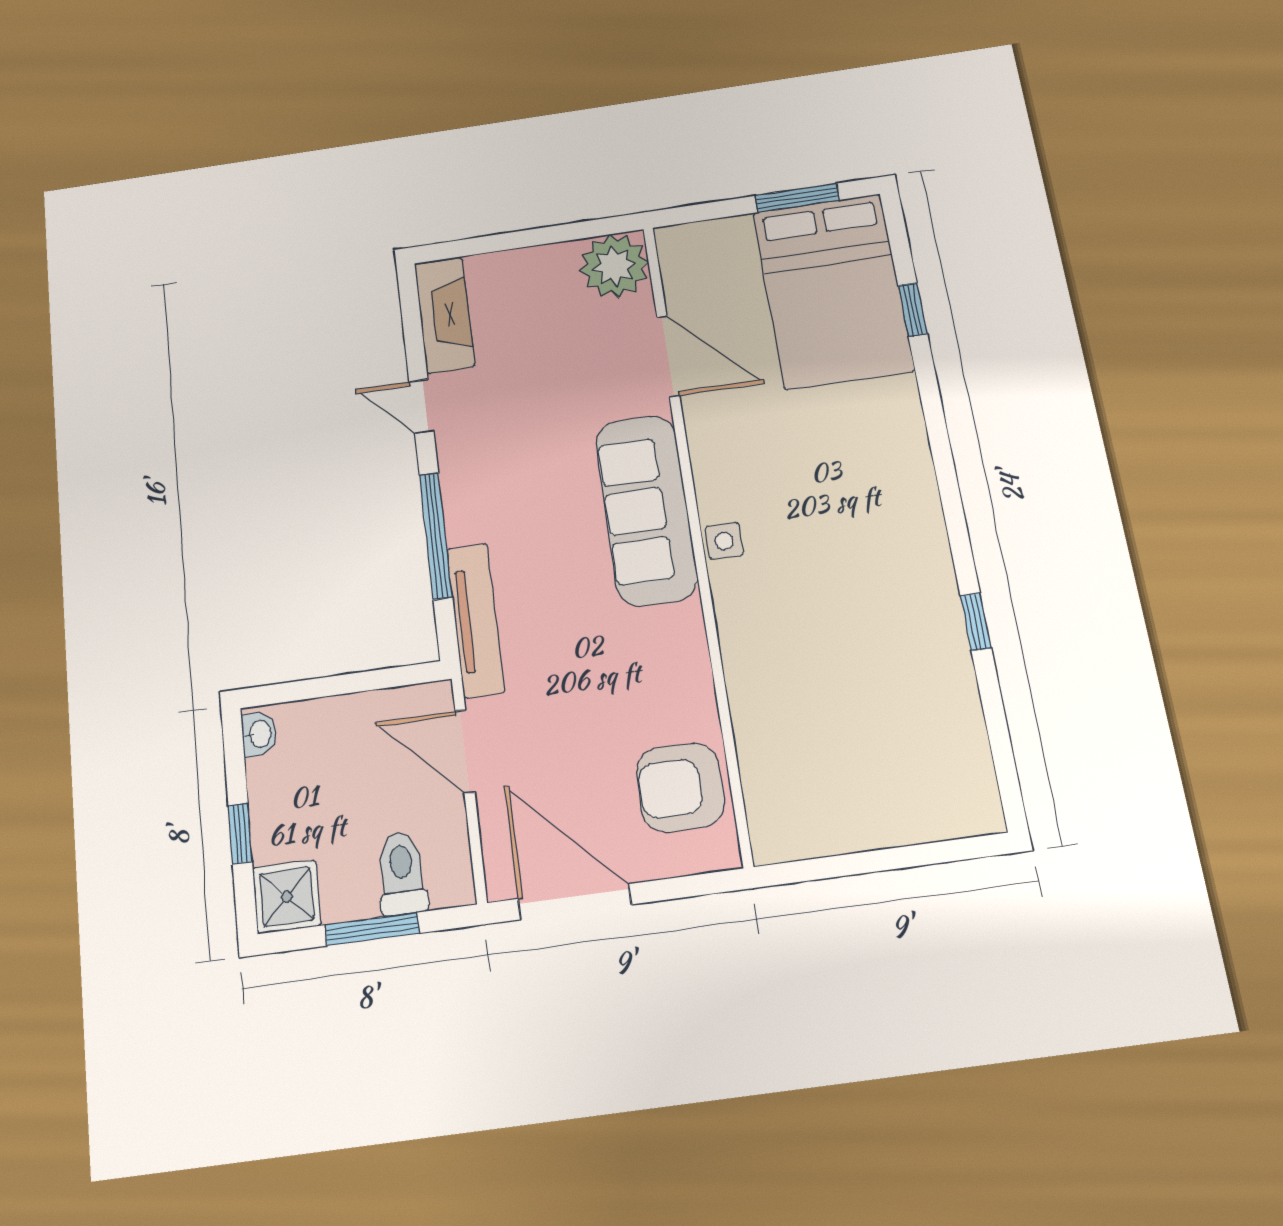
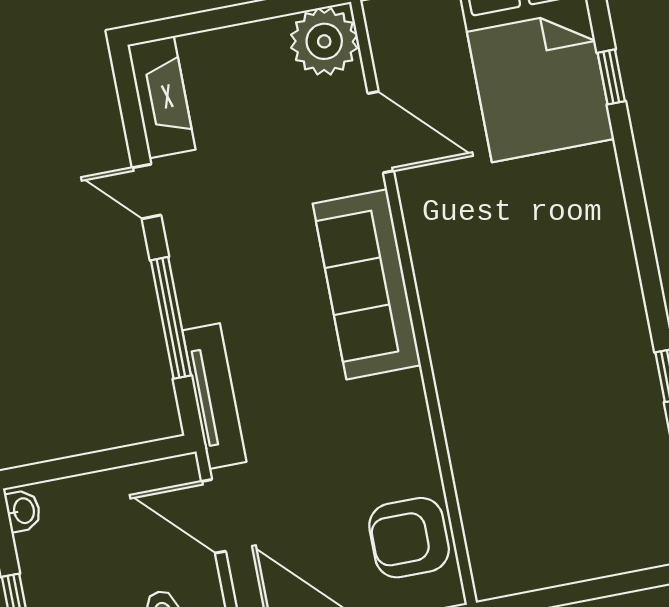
side table: (724, 541) -> (440, 311), removed

